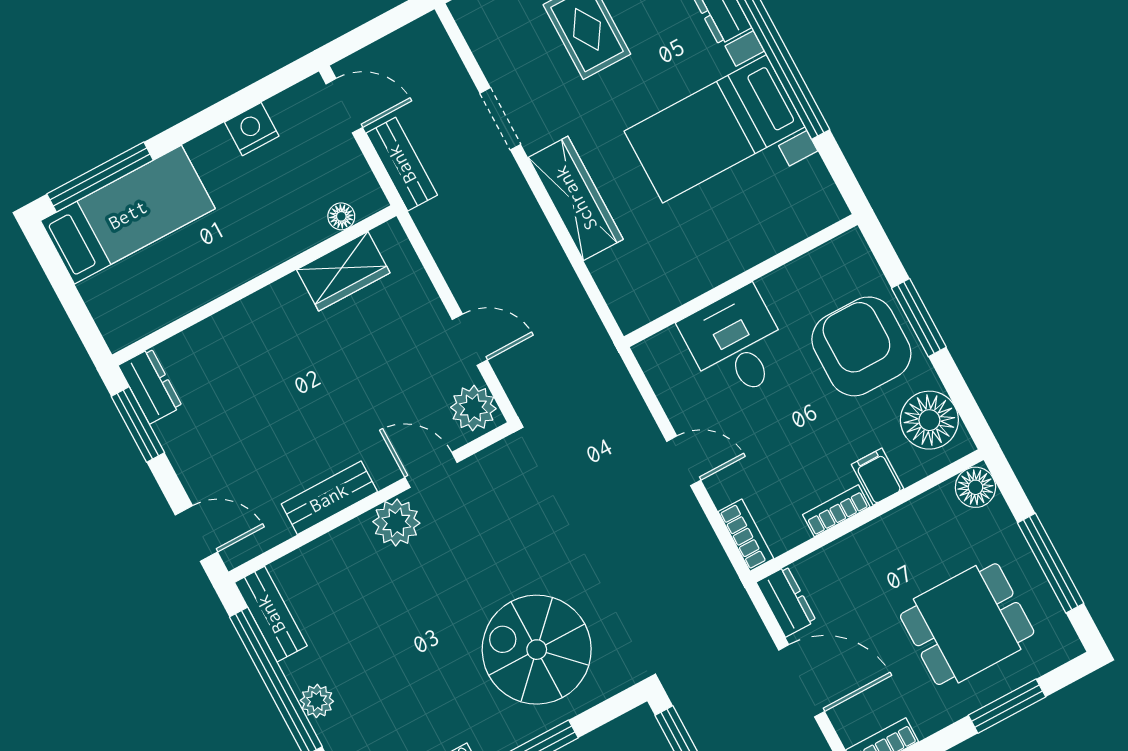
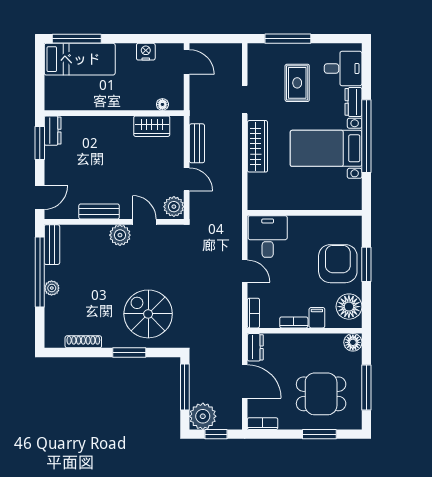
bench: (402, 164) -> (197, 143), moved
desk: (736, 344) -> (268, 236), moved
door: (196, 534) -> (40, 198), hinge flipped

